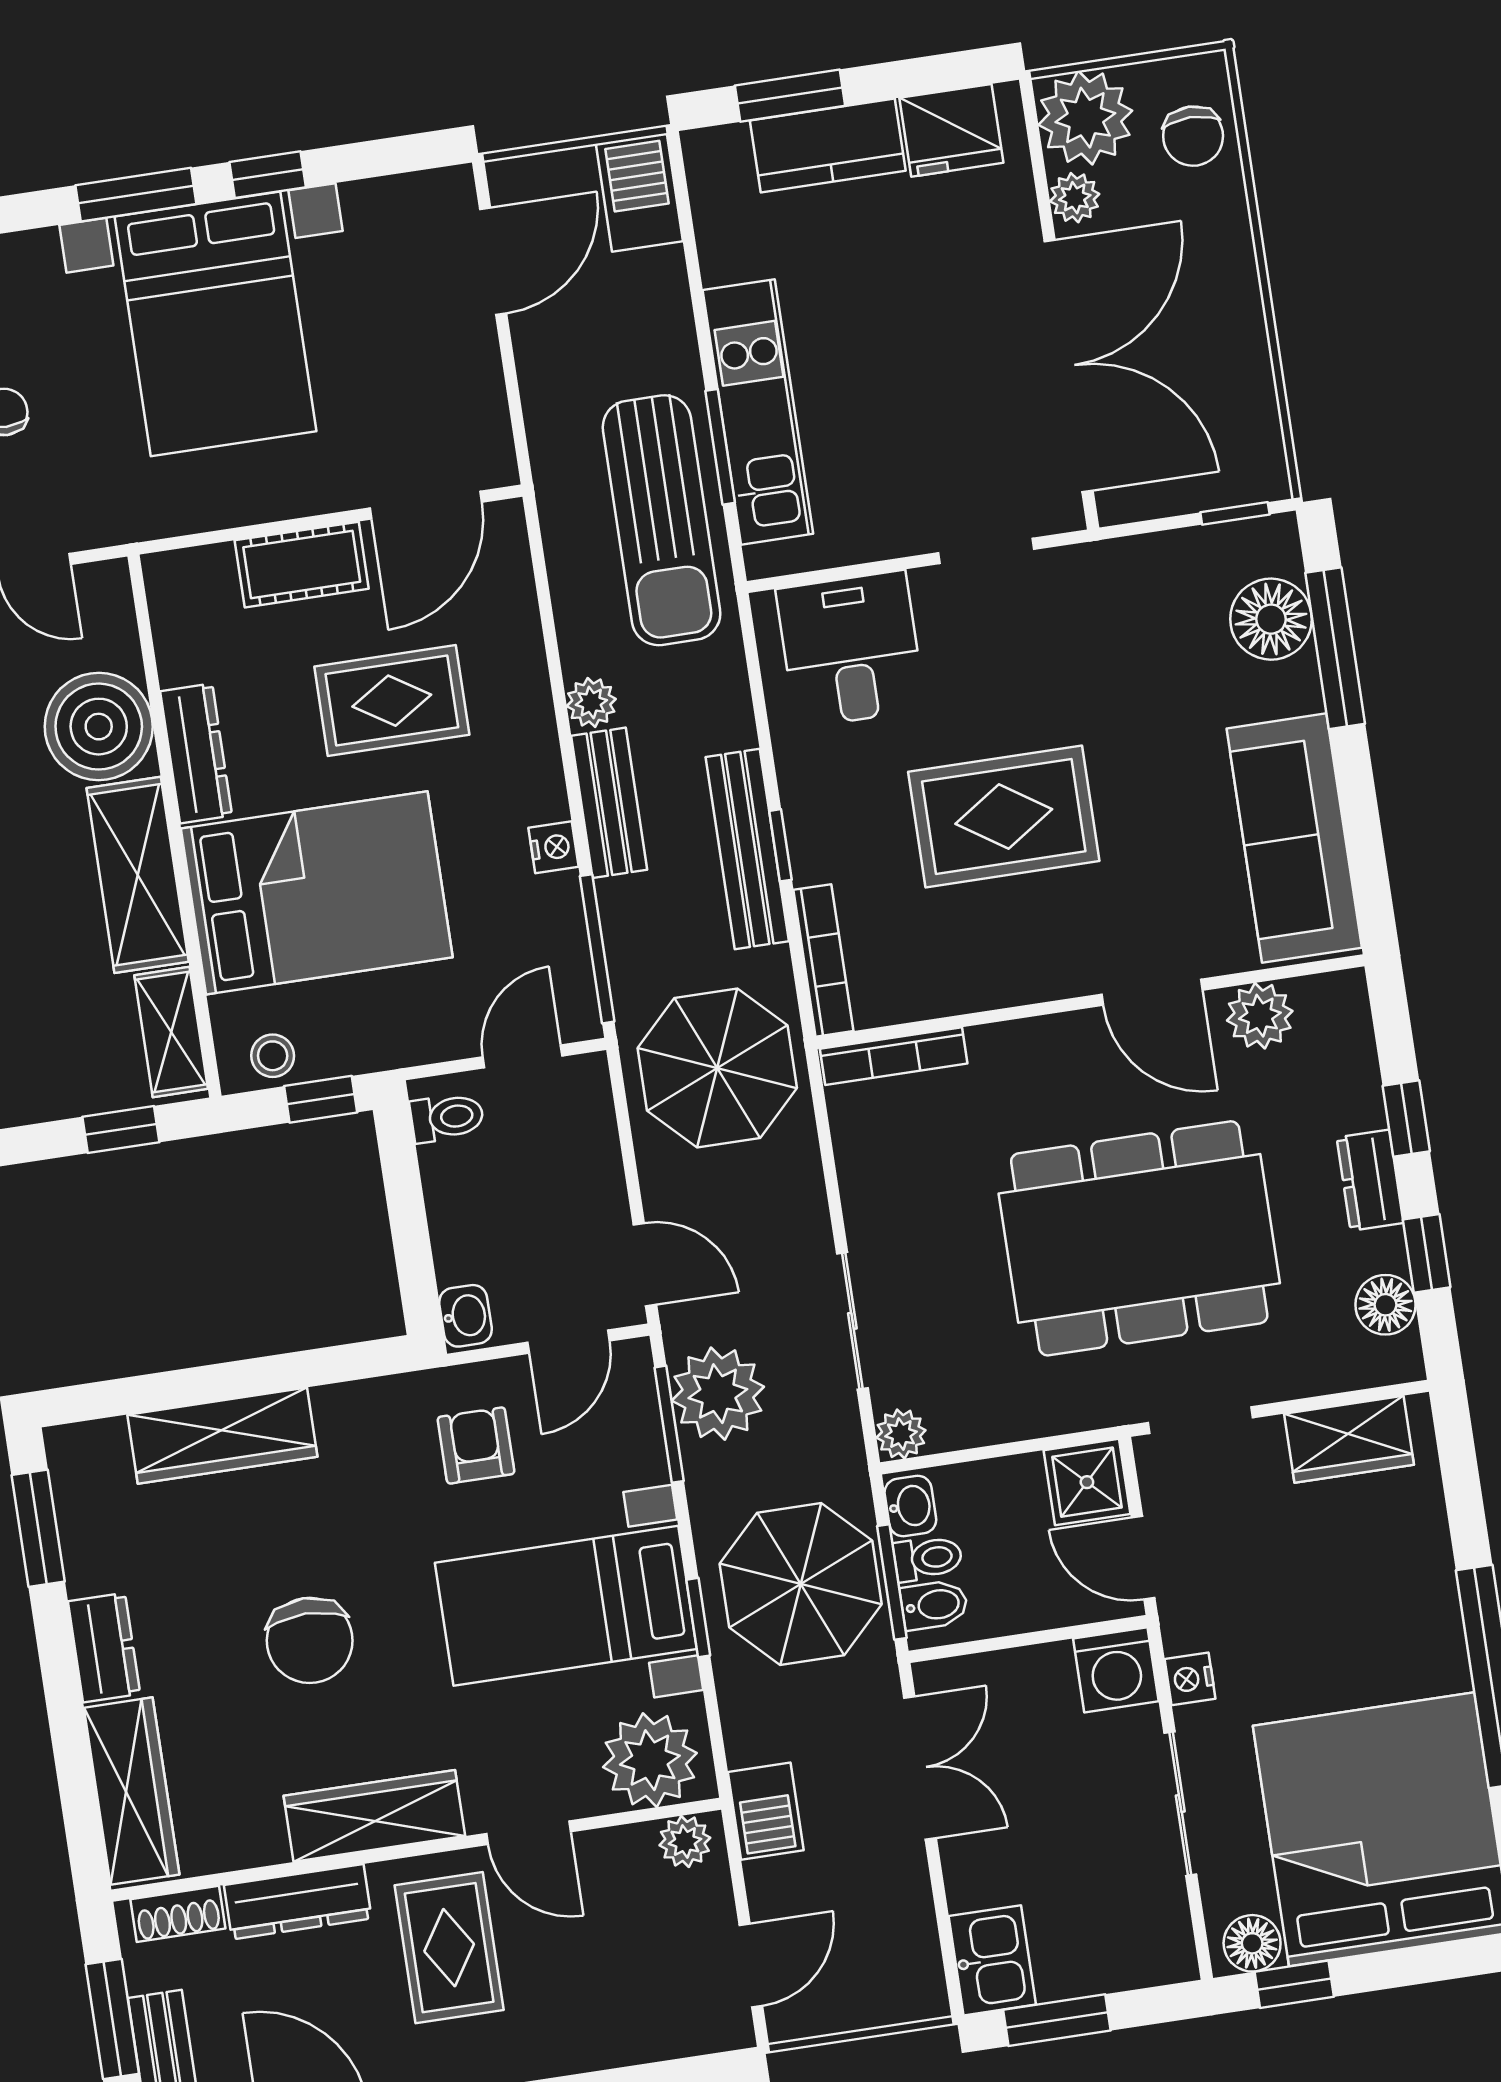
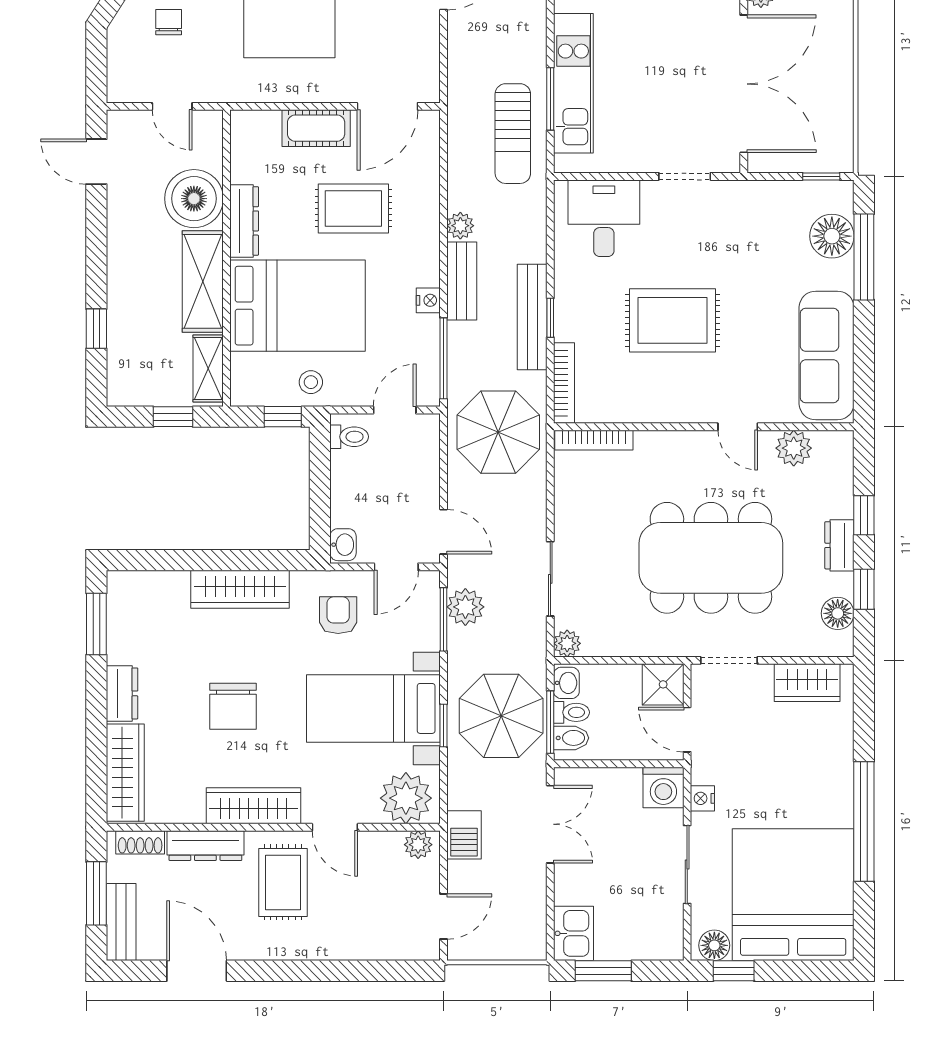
sun lounger: (662, 520) -> (513, 134), width x0.73, depth x0.75
door: (1152, 992) -> (738, 427), width x0.73
stool: (273, 1056) -> (311, 382), moved
plant: (718, 1394) -> (465, 607), width x0.73, depth x0.73
wardrobe: (222, 1436) -> (240, 589), moved

